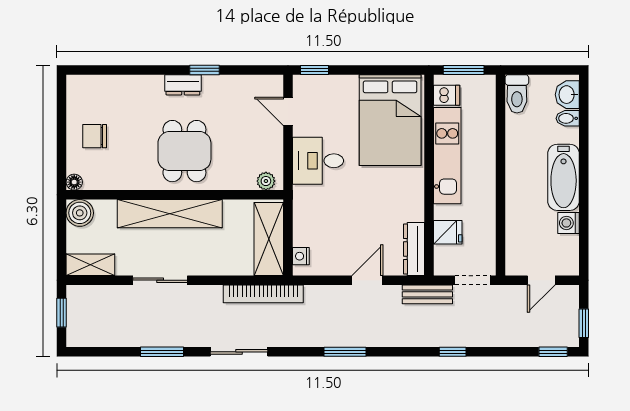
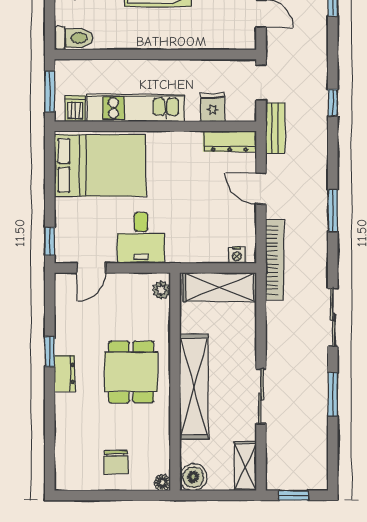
dining table: (184, 151) -> (131, 372), turned 90
bookcase: (263, 294) -> (275, 260), moved

